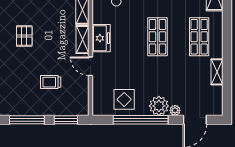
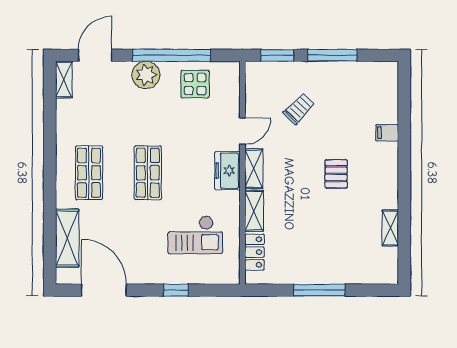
door: (91, 66) -> (242, 131), hinge flipped
shelving: (217, 72) -> (64, 80), moved
trolley: (51, 82) -> (299, 109), turned -46
plant: (175, 110) -> (123, 69), removed

